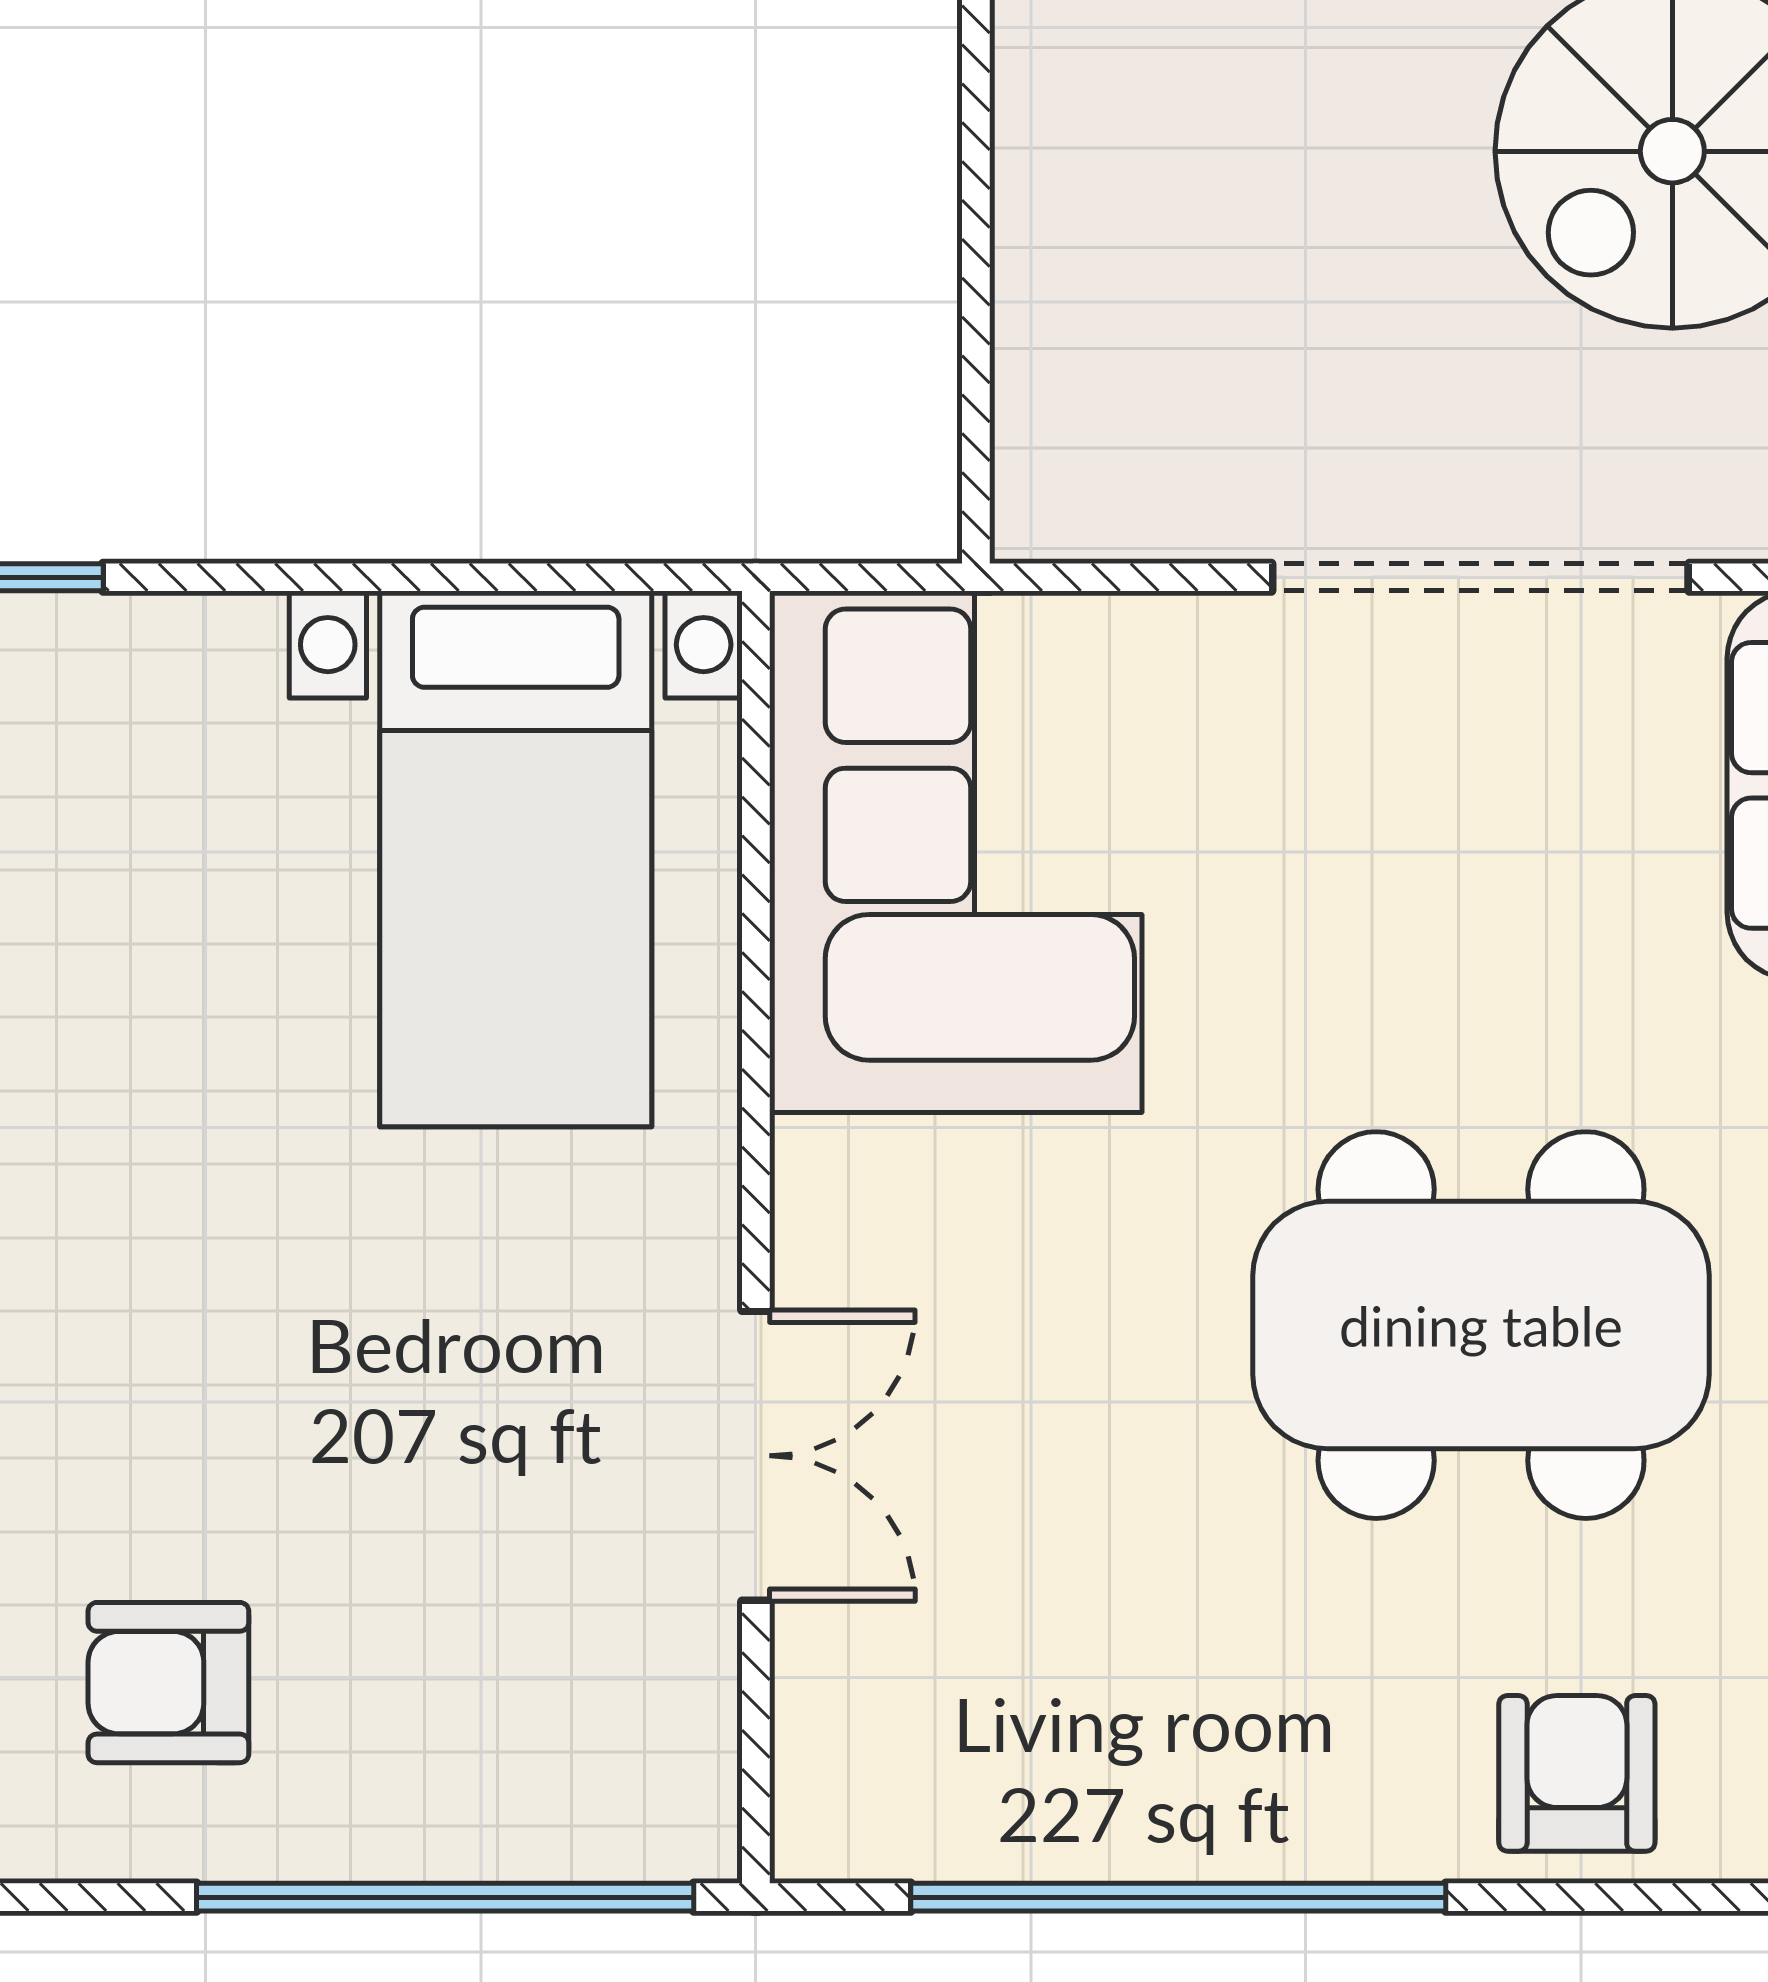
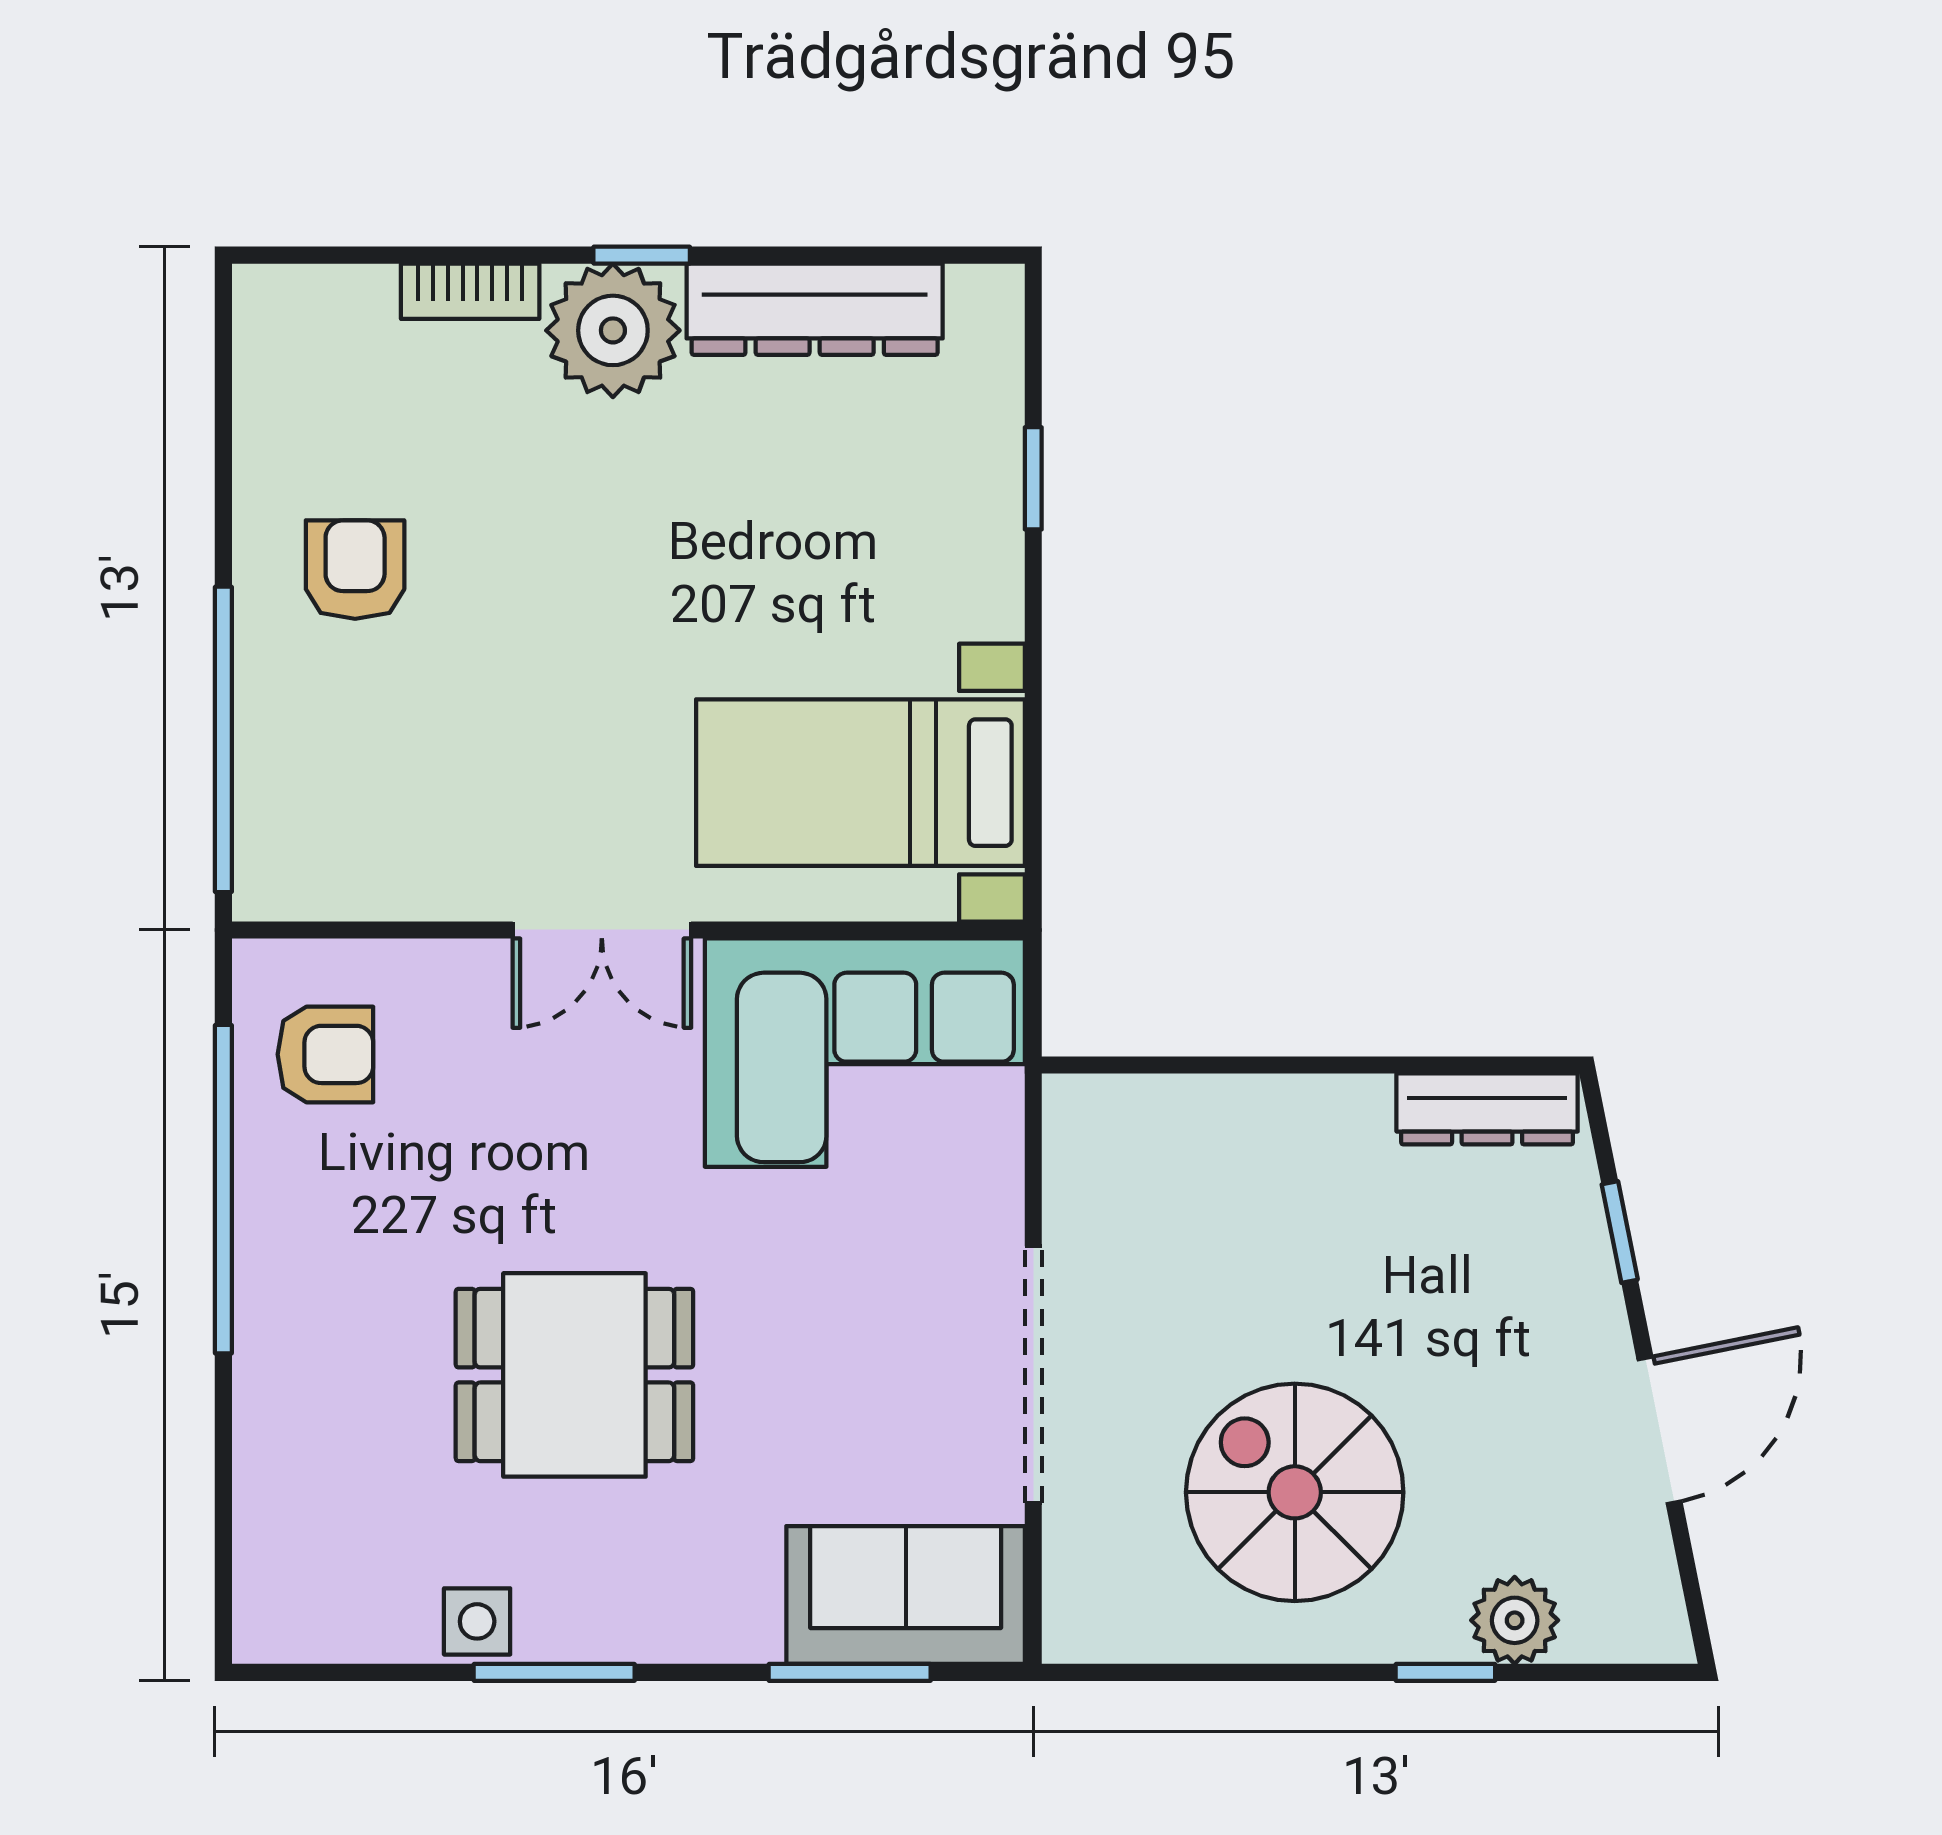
dining table: (1481, 1325) -> (574, 1375), width x0.73
double door: (756, 1456) -> (602, 930), moved
armchair: (1577, 1773) -> (325, 1054), moved

